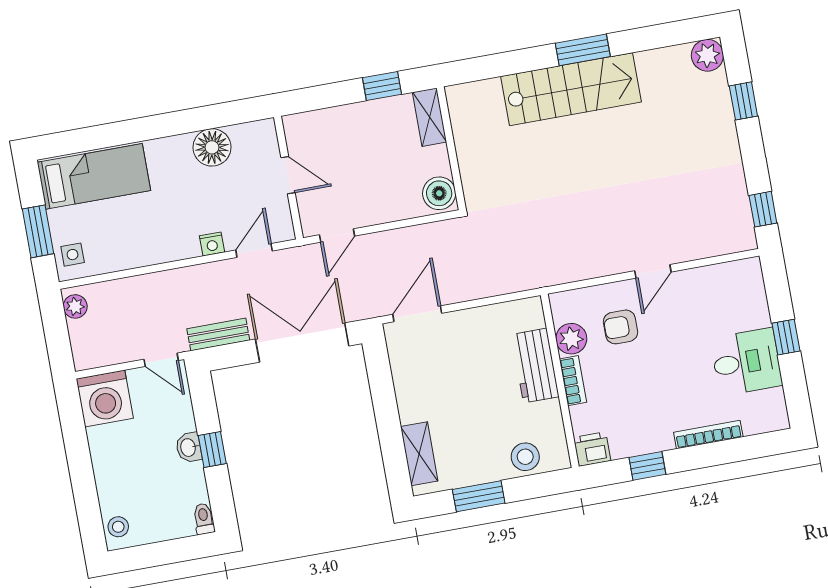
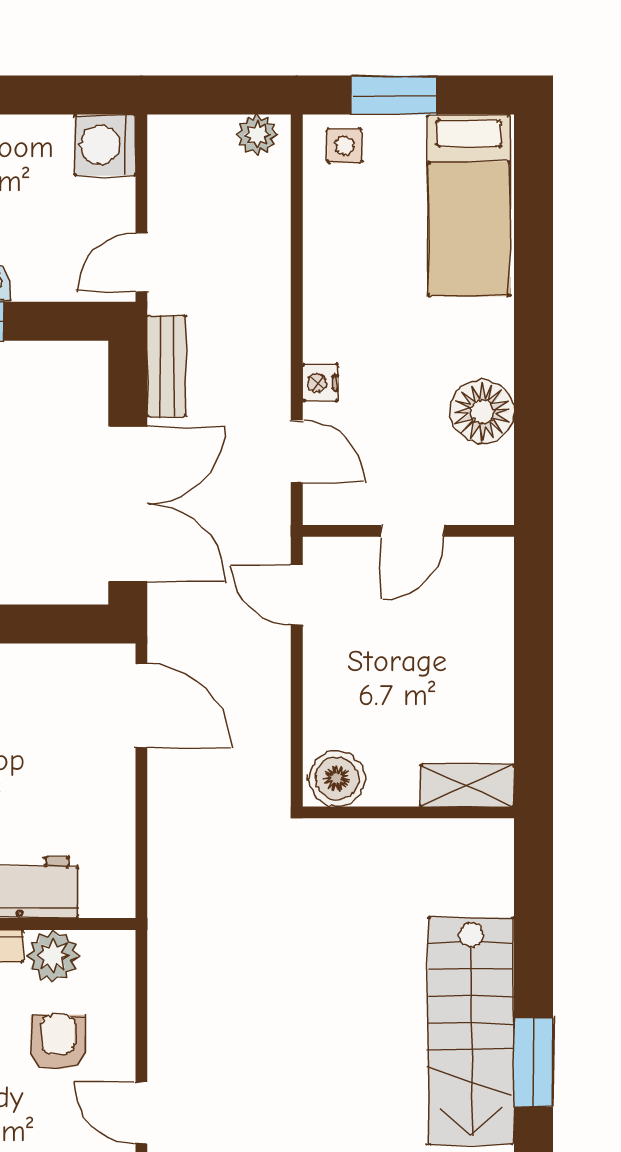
window: (382, 86) -> (534, 715), removed
washing machine: (105, 398) -> (105, 145), width x0.73, depth x0.73

